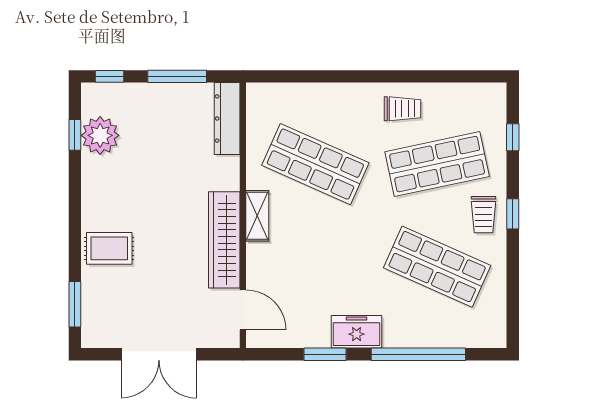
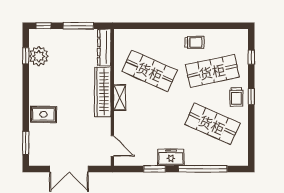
wardrobe: (224, 240) -> (103, 92), moved

